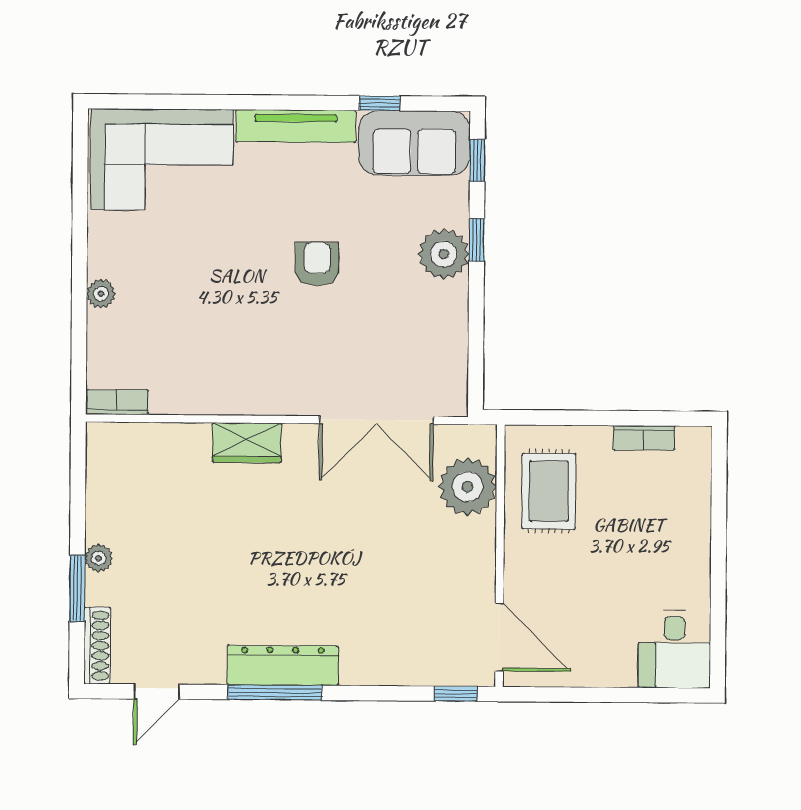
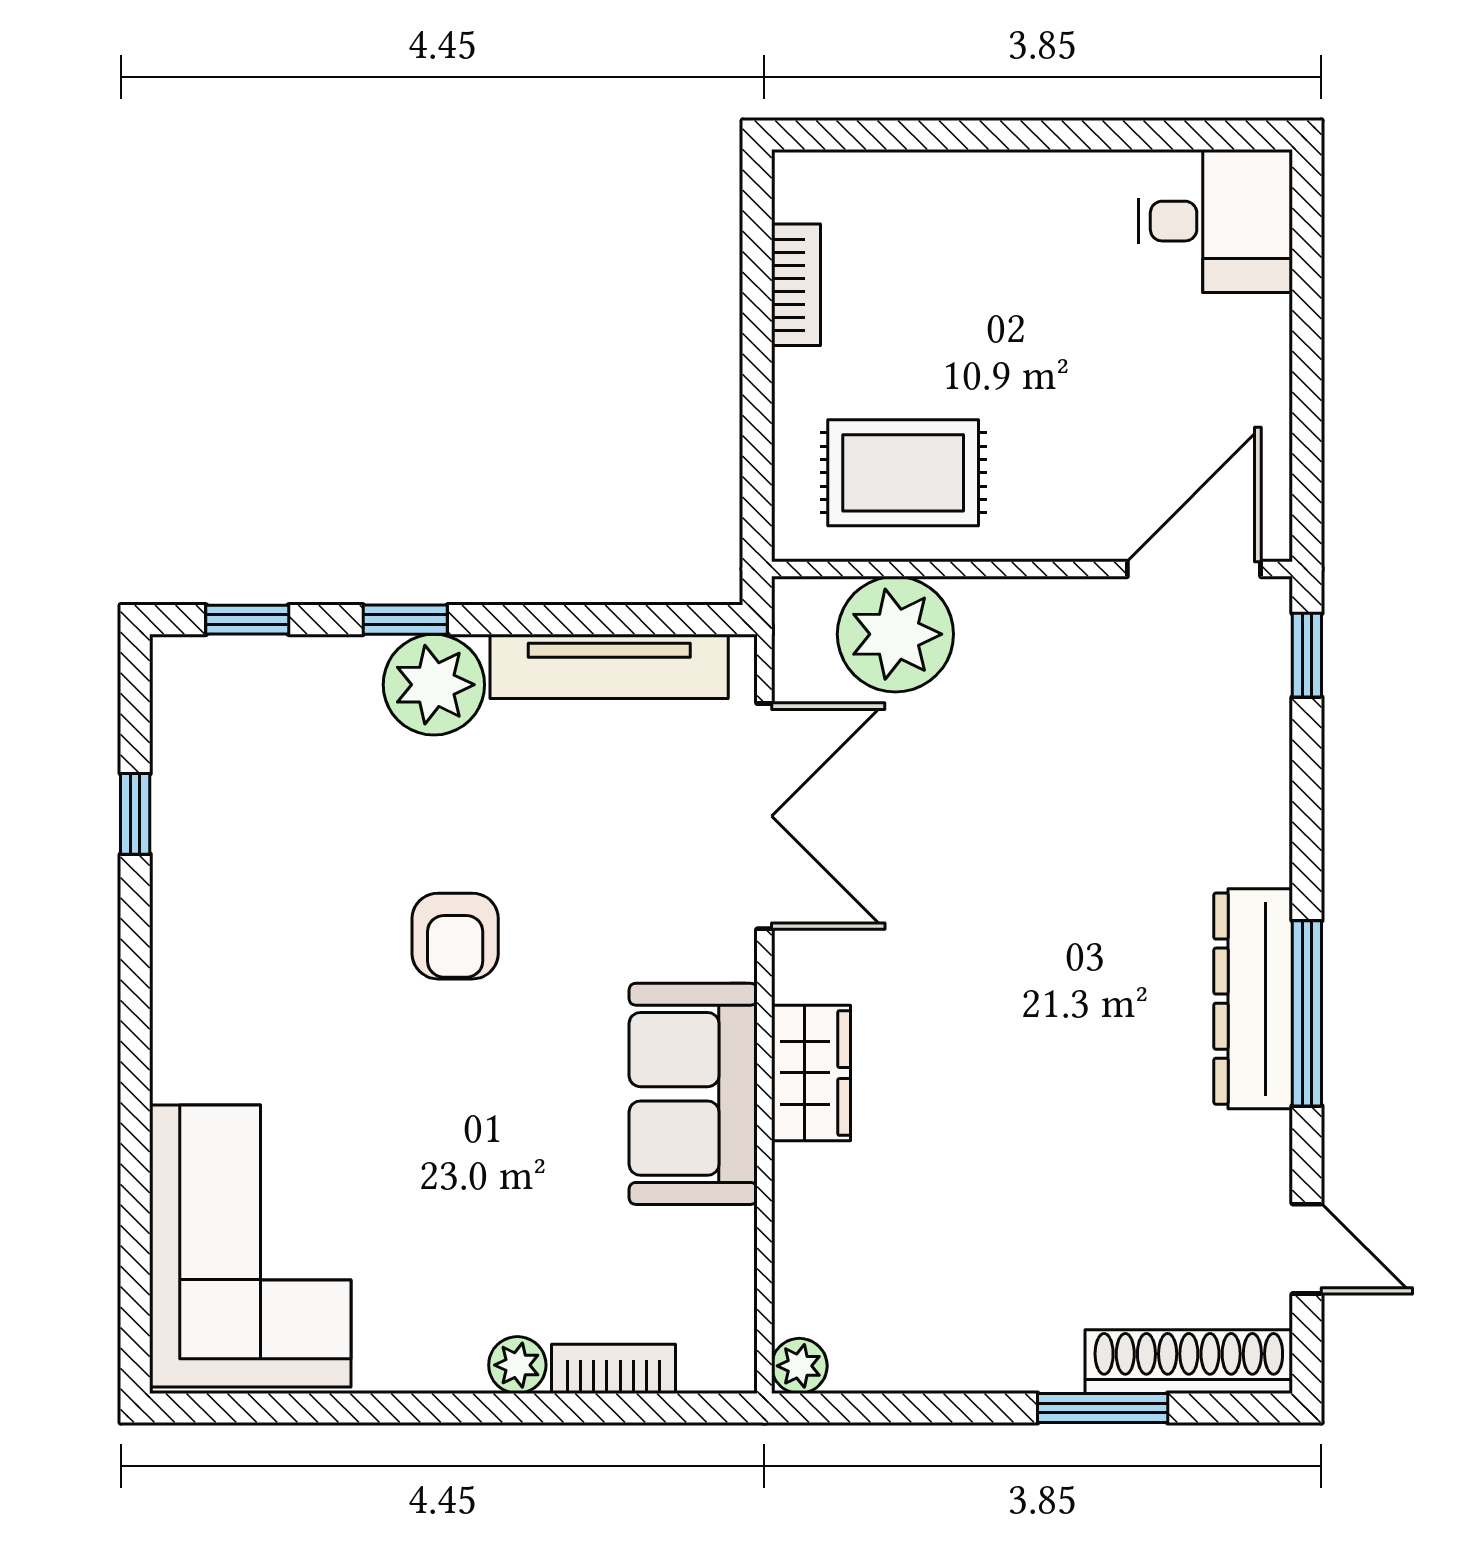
tv unit: (296, 126) -> (609, 666), moved, turned 90
sofa: (414, 143) -> (693, 1094), moved, turned 180
armchair: (317, 264) -> (455, 936), turned -90
bookcase: (117, 402) -> (614, 1369), moved, turned 90
plant: (99, 558) -> (799, 1366), moved
shoe rack: (97, 646) -> (1189, 1362), width x1.36, depth x1.24

